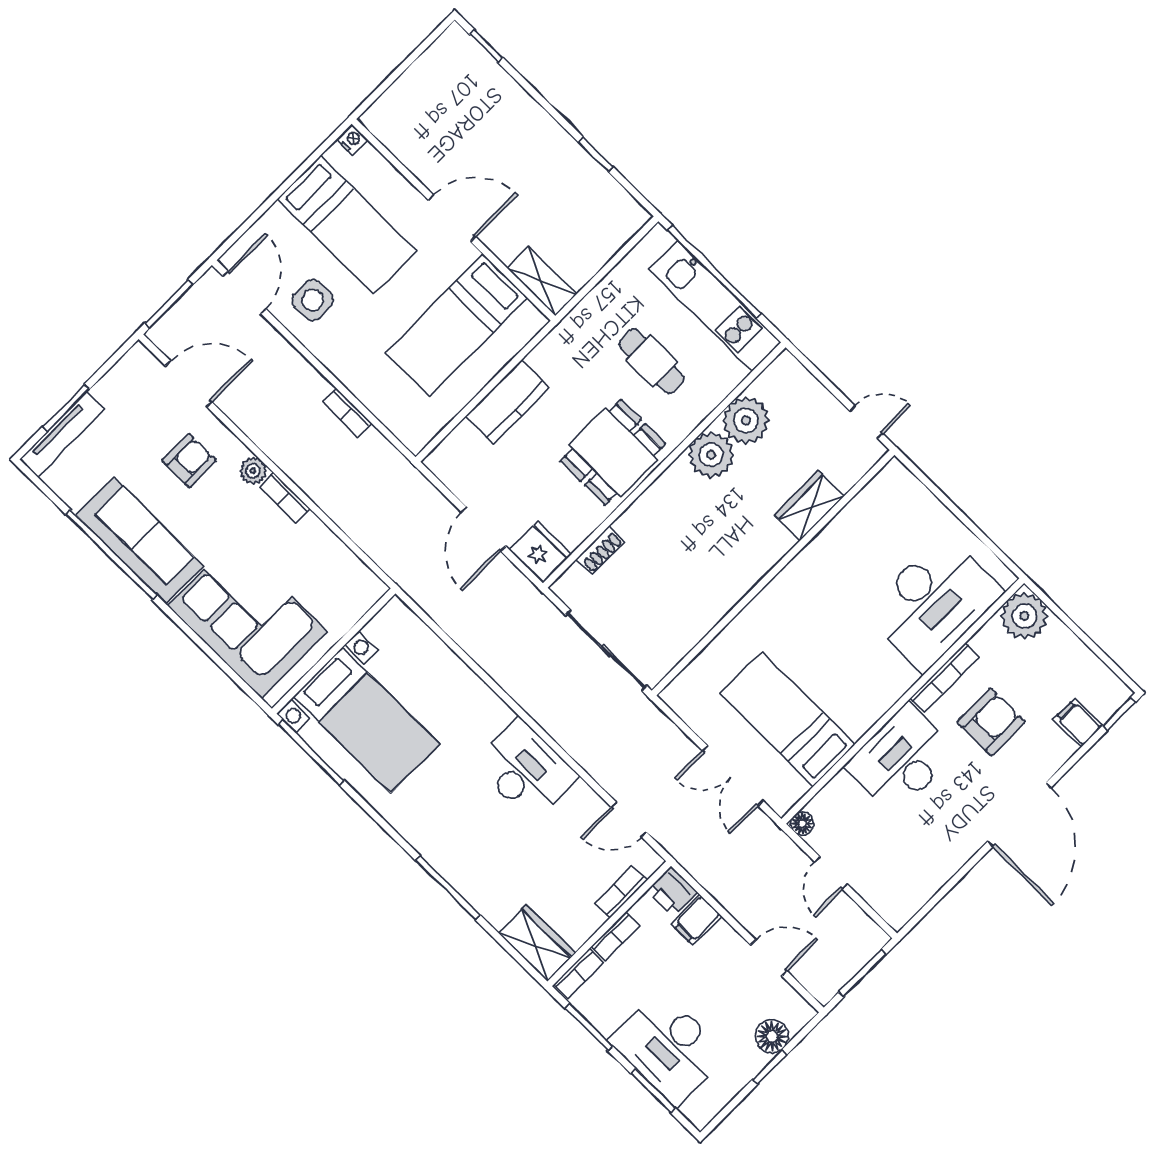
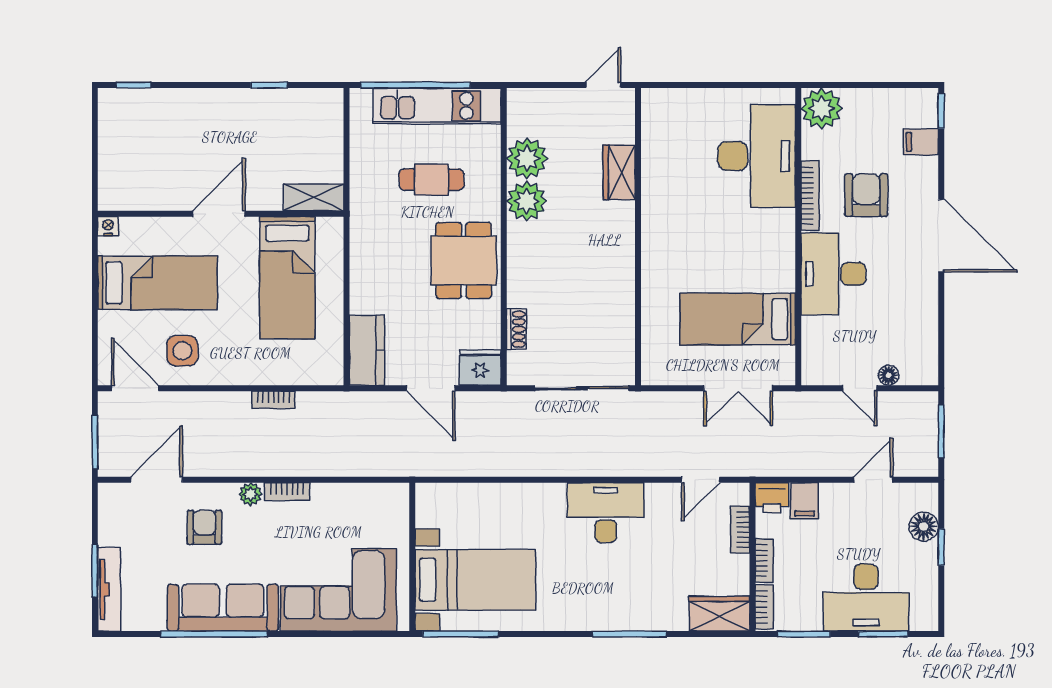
kitchen counter: (507, 402) -> (367, 350), moved
floor lamp: (802, 824) -> (889, 375), moved

